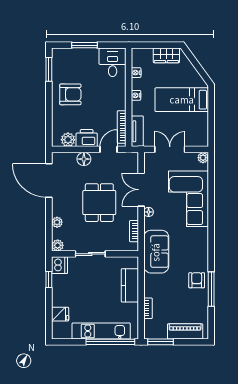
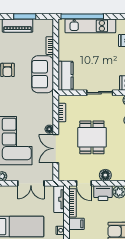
filing cabinet: (117, 103) -> (77, 224), added
door: (109, 149) -> (84, 183), hinge flipped
double door: (141, 190) -> (56, 149), swing flipped
sofa: (156, 252) -> (43, 74), moved
kitchen counter: (130, 285) -> (65, 76), moved
window: (161, 342) -> (25, 16), moved

